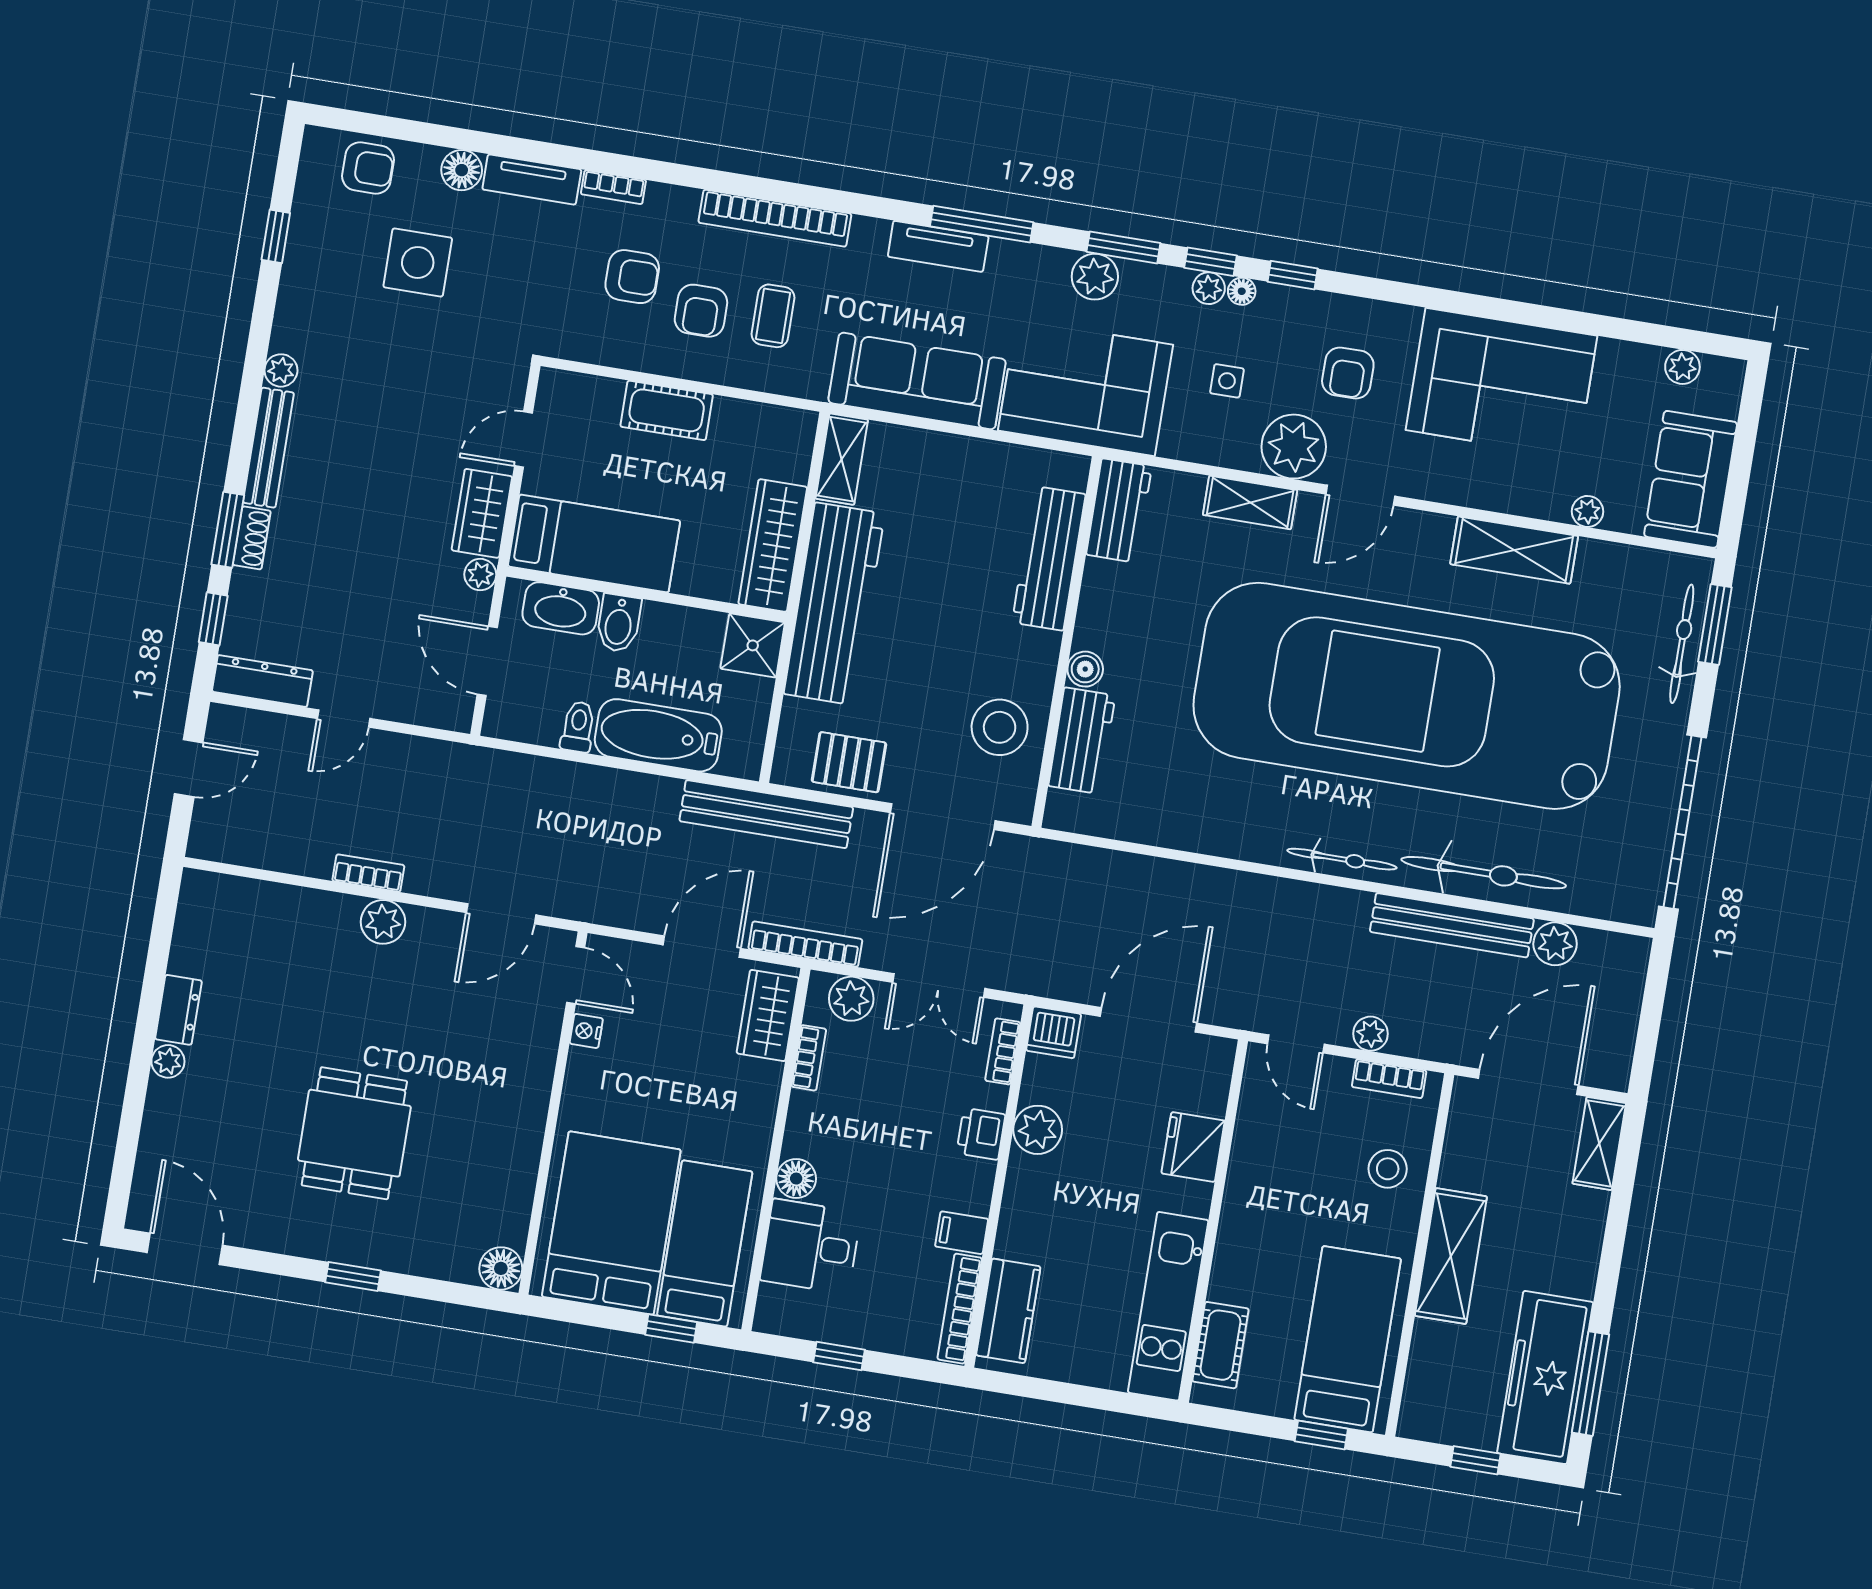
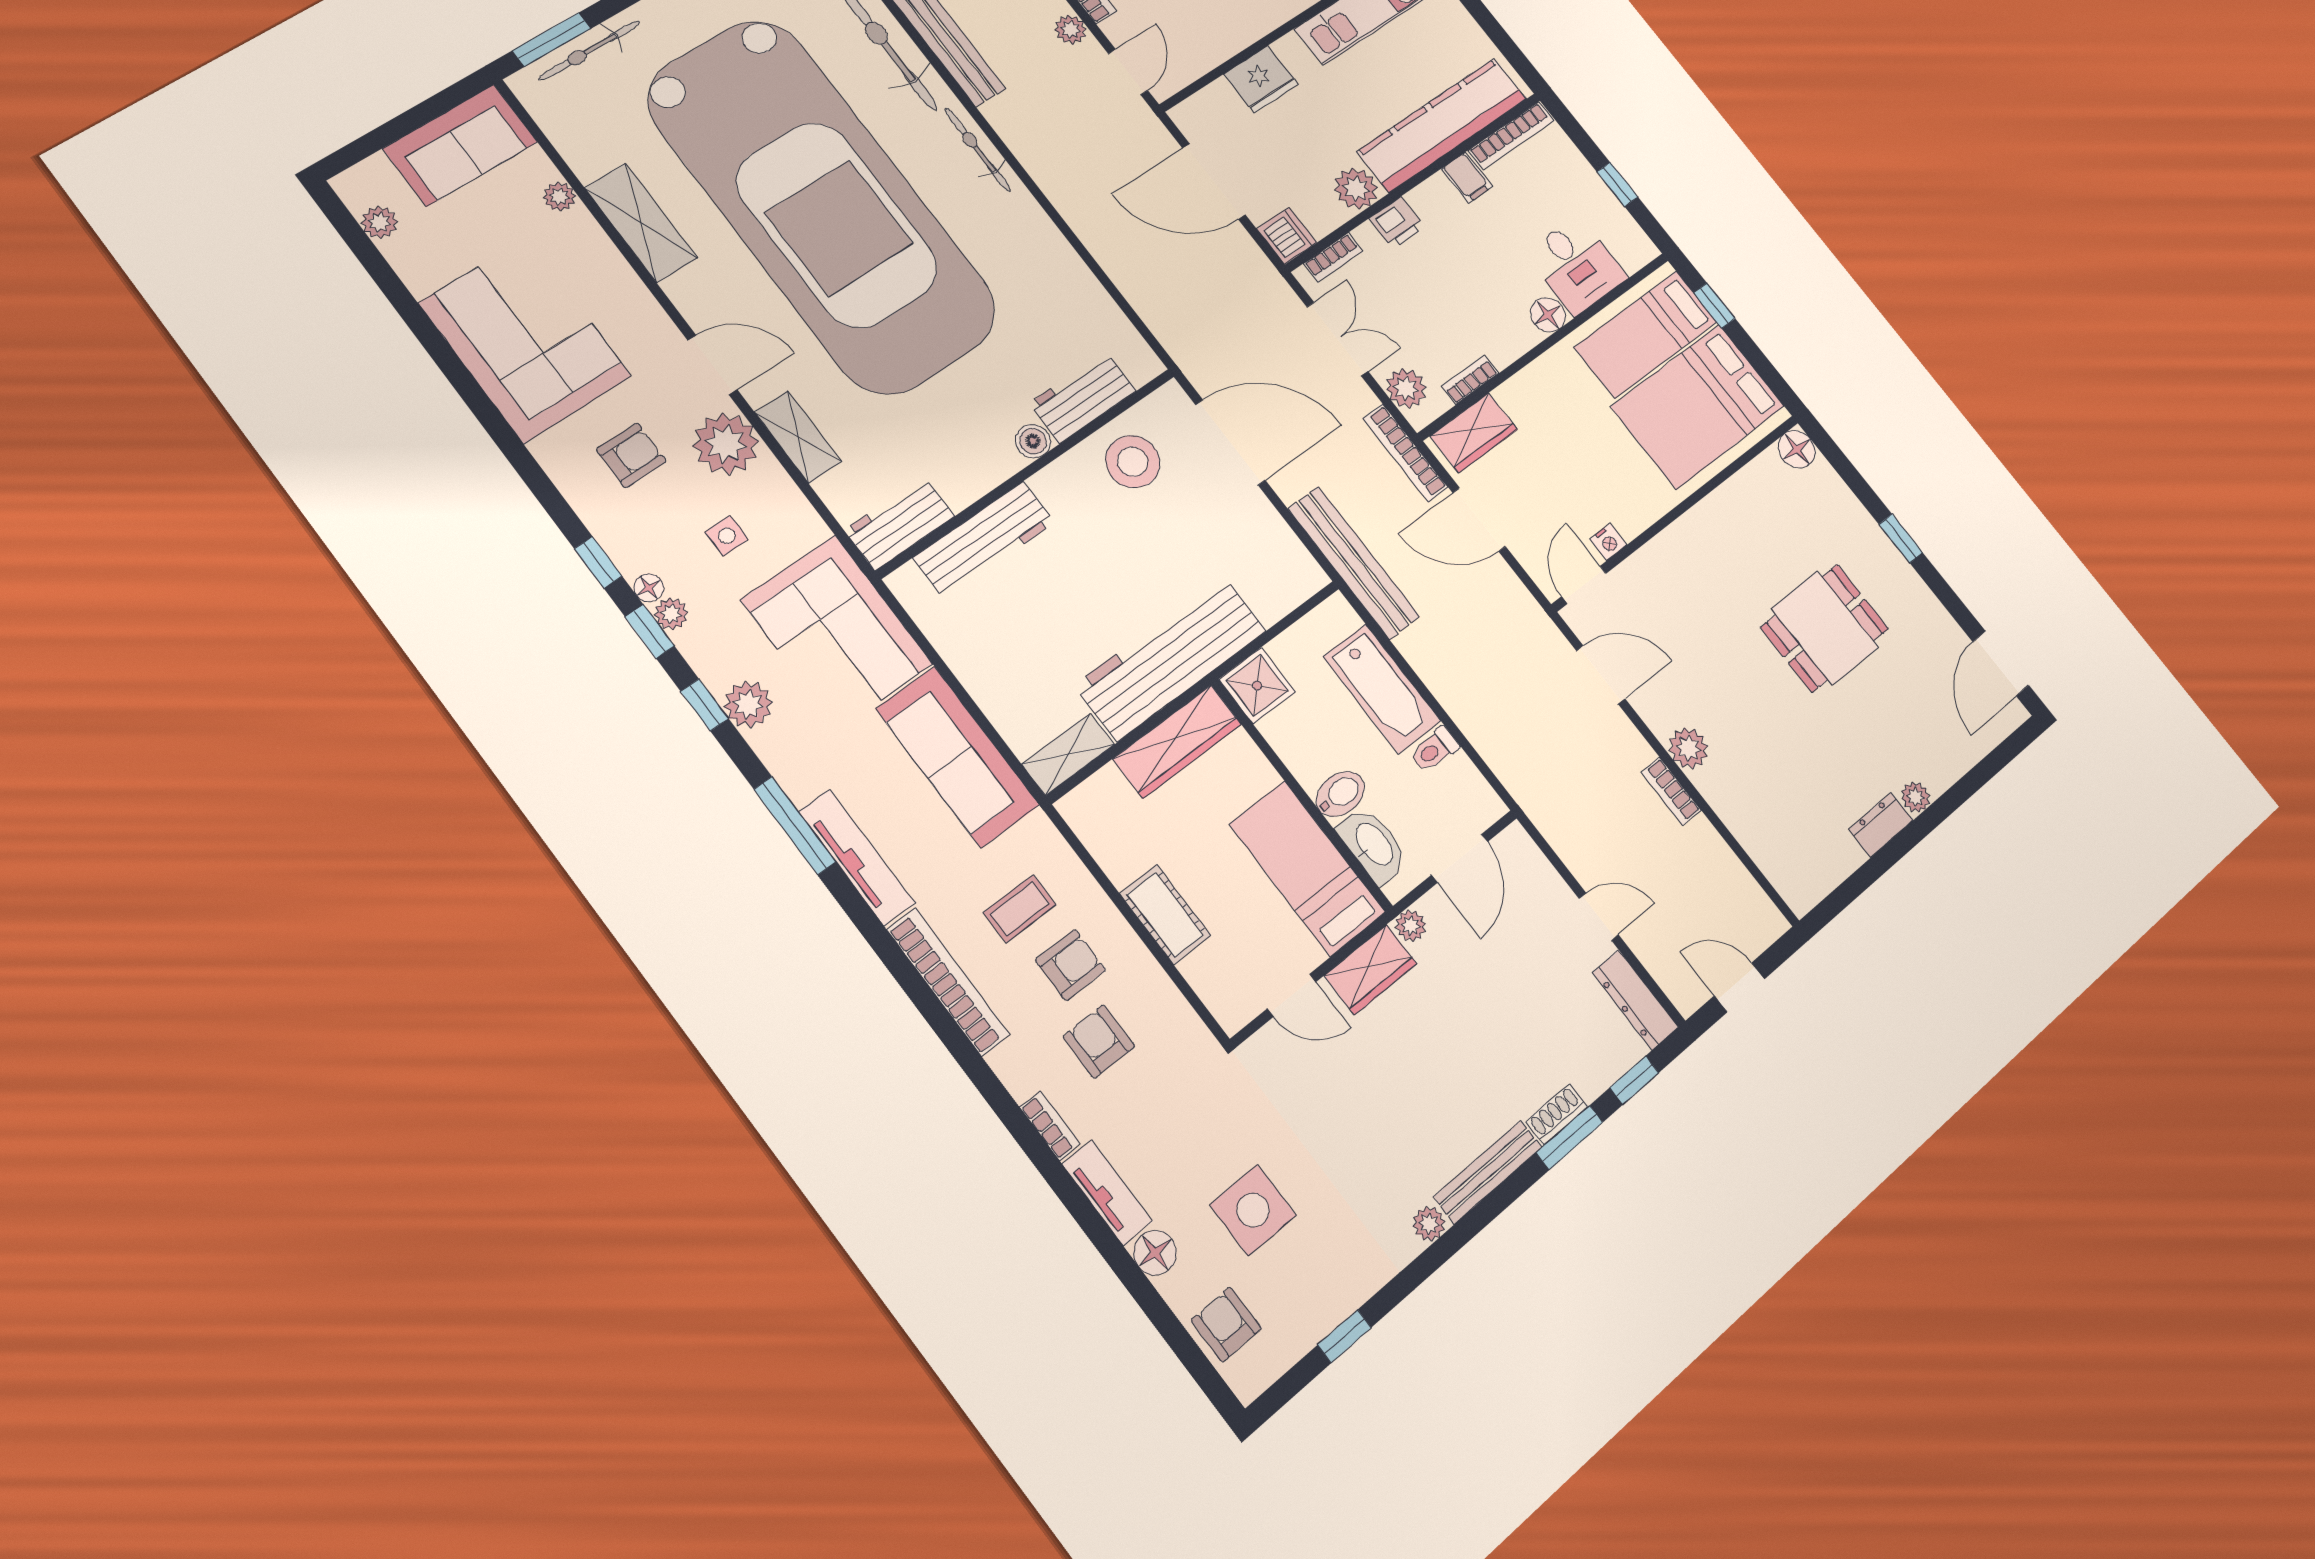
tv unit: (938, 246) -> (857, 857), width x1.41
window: (1123, 247) -> (705, 705), width x0.67
pallet: (849, 762) -> (1263, 541), removed
kitchen counter: (1008, 1311) -> (1442, 125), width x2.08, depth x1.17

